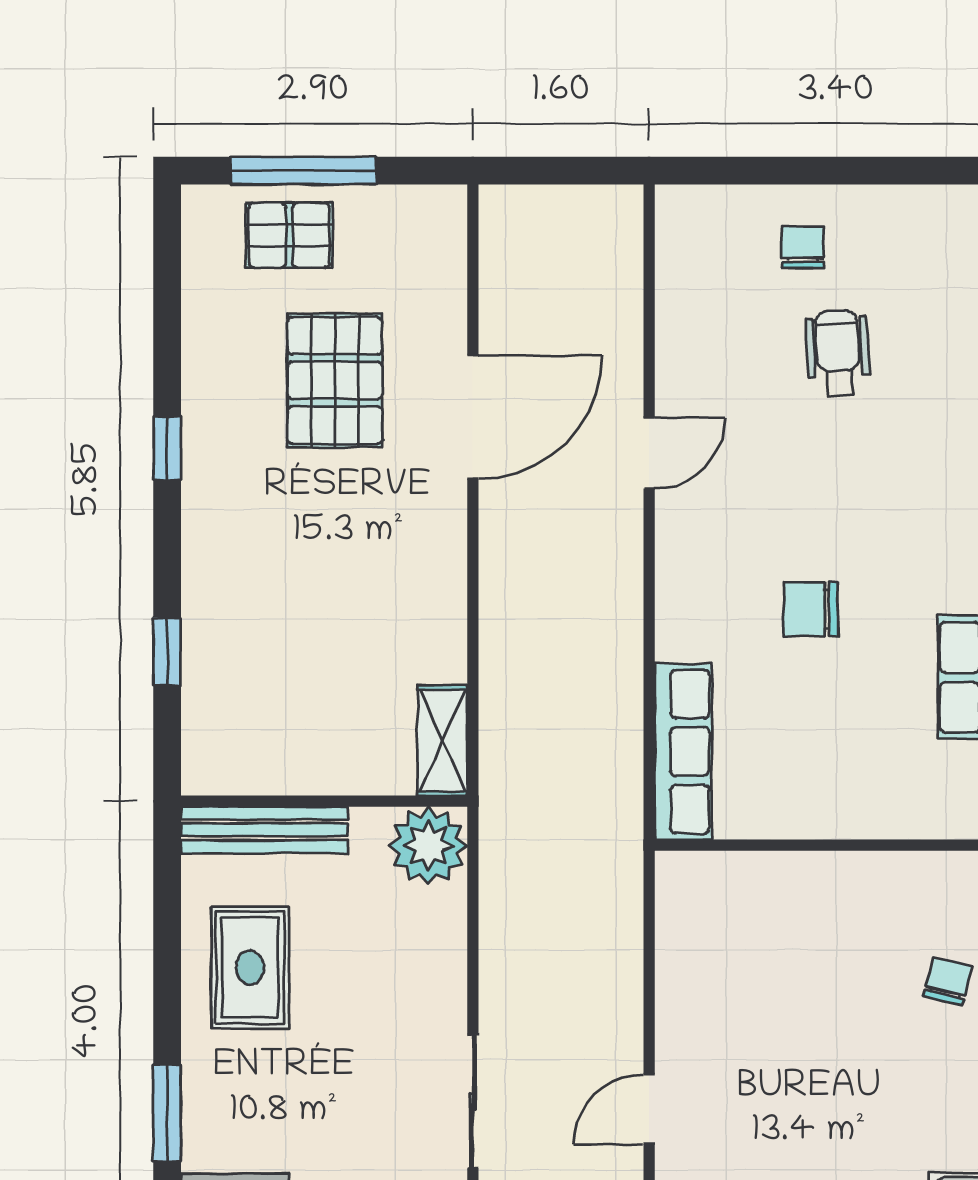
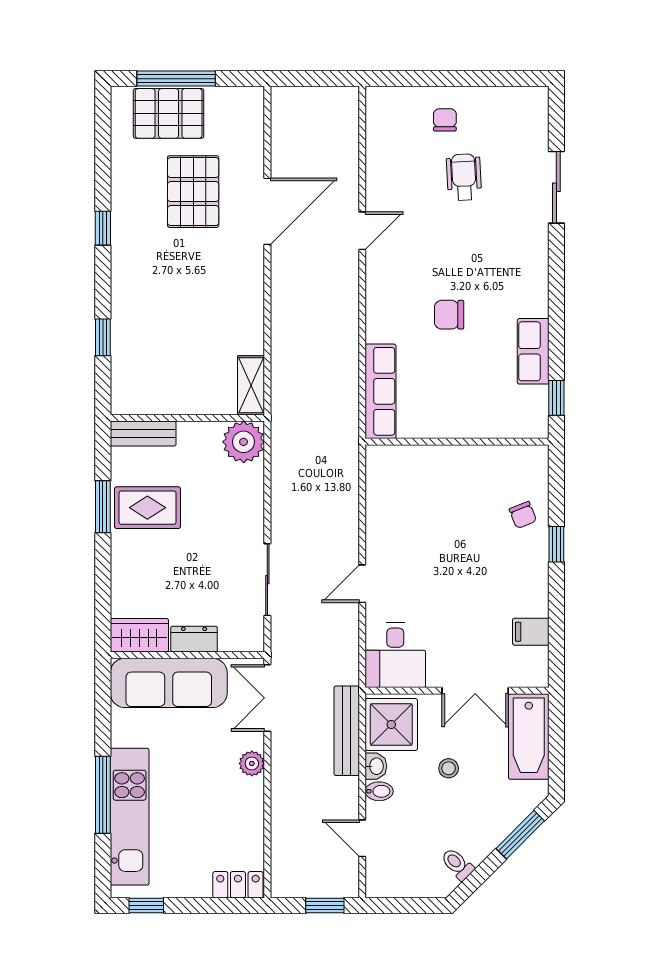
pallet: (289, 235) -> (169, 113), width x1.50, depth x1.42
bench: (264, 830) -> (143, 433), width x0.73
rug: (250, 968) -> (147, 508), turned 90
chair: (948, 981) -> (523, 515), turned 145
window: (167, 1113) -> (103, 507), moved

